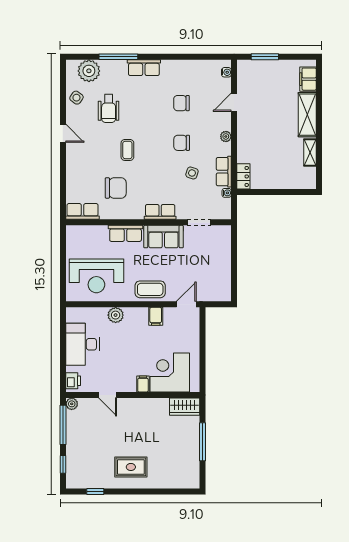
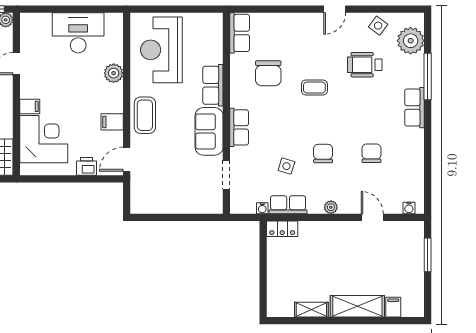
filing cabinet: (308, 79) -> (393, 307), width x0.50
door: (186, 304) -> (127, 159), swing flipped
printer: (73, 381) -> (86, 166), moved, turned 180

